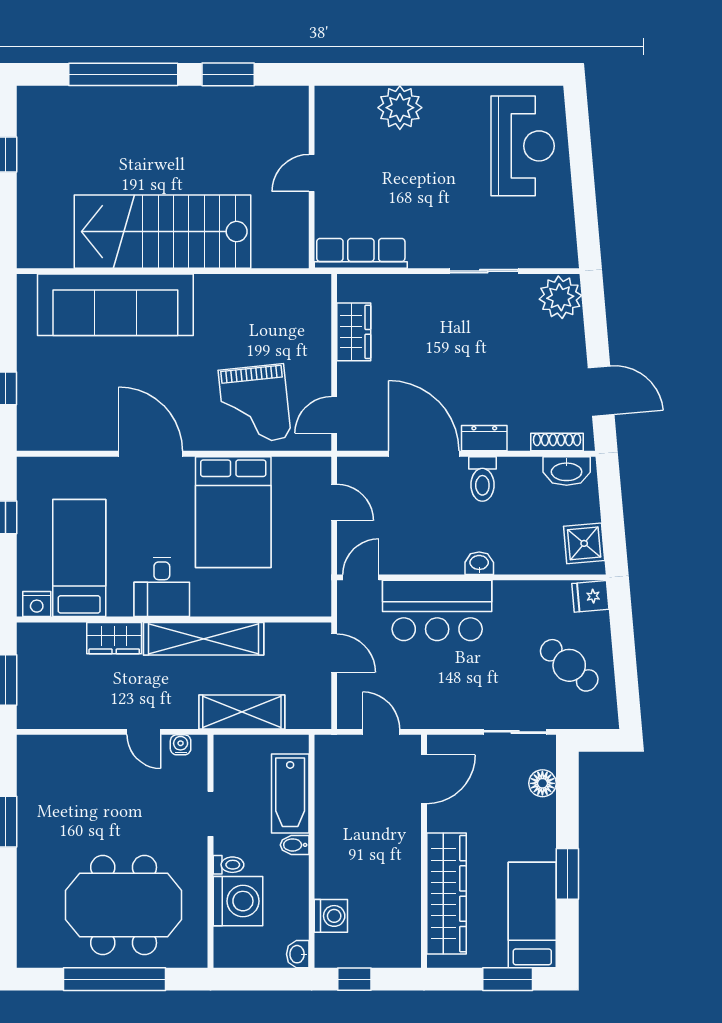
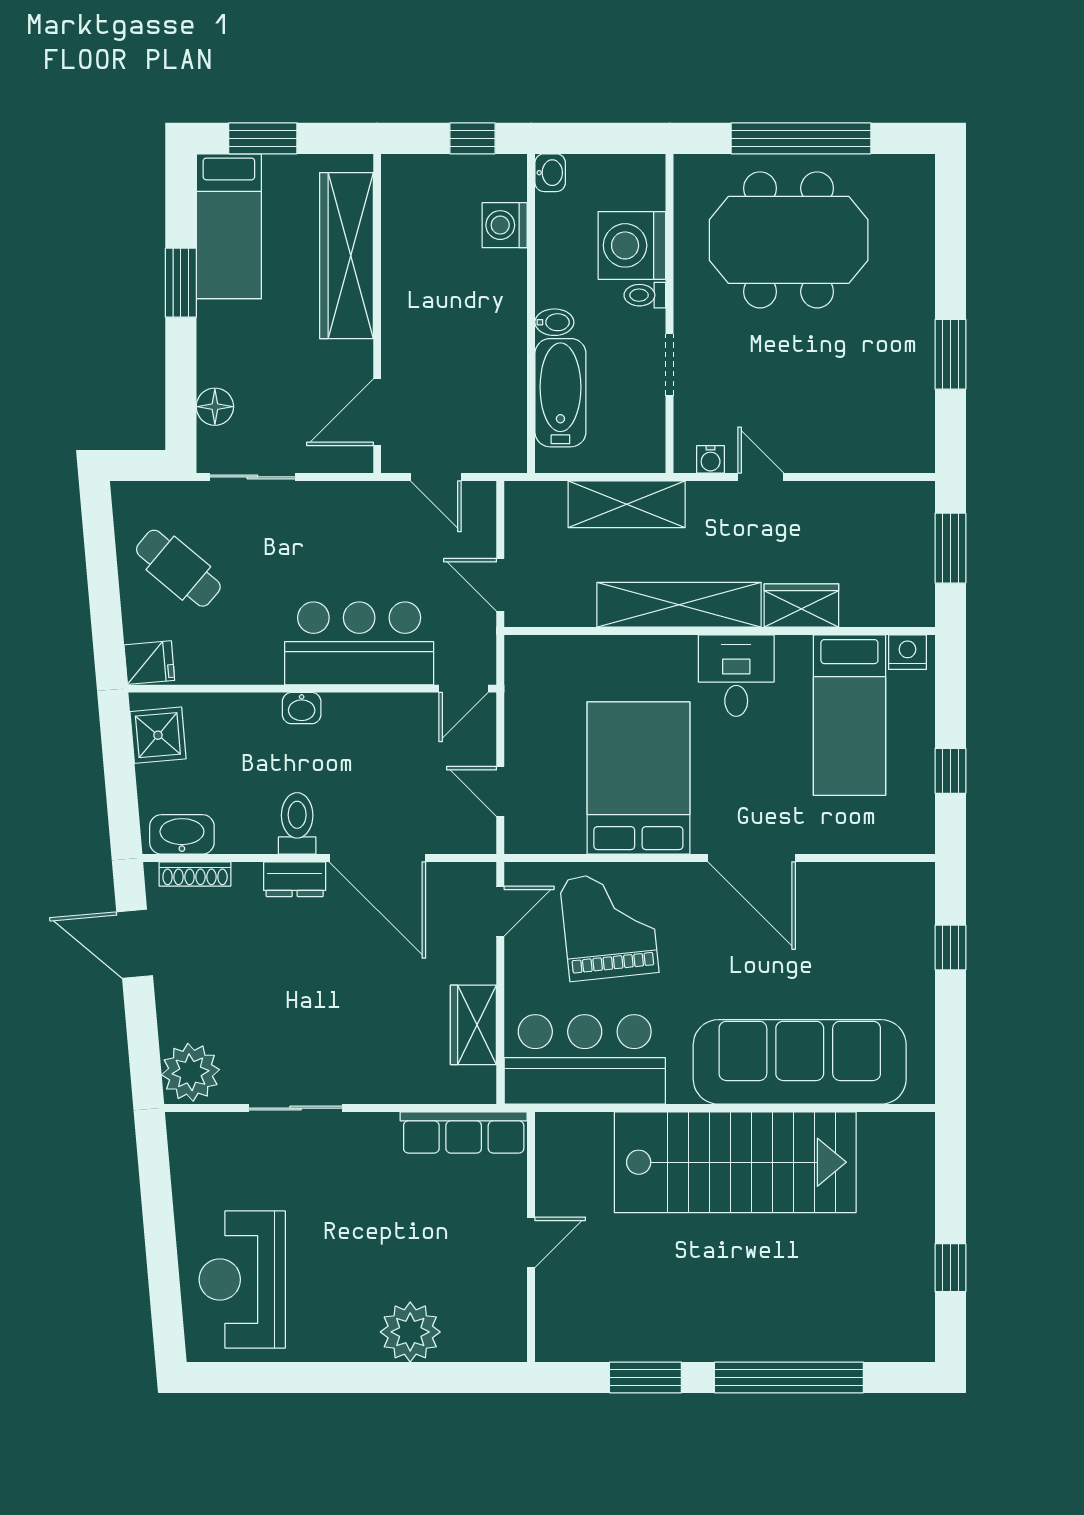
bar counter: (272, 307) -> (585, 1059), added

